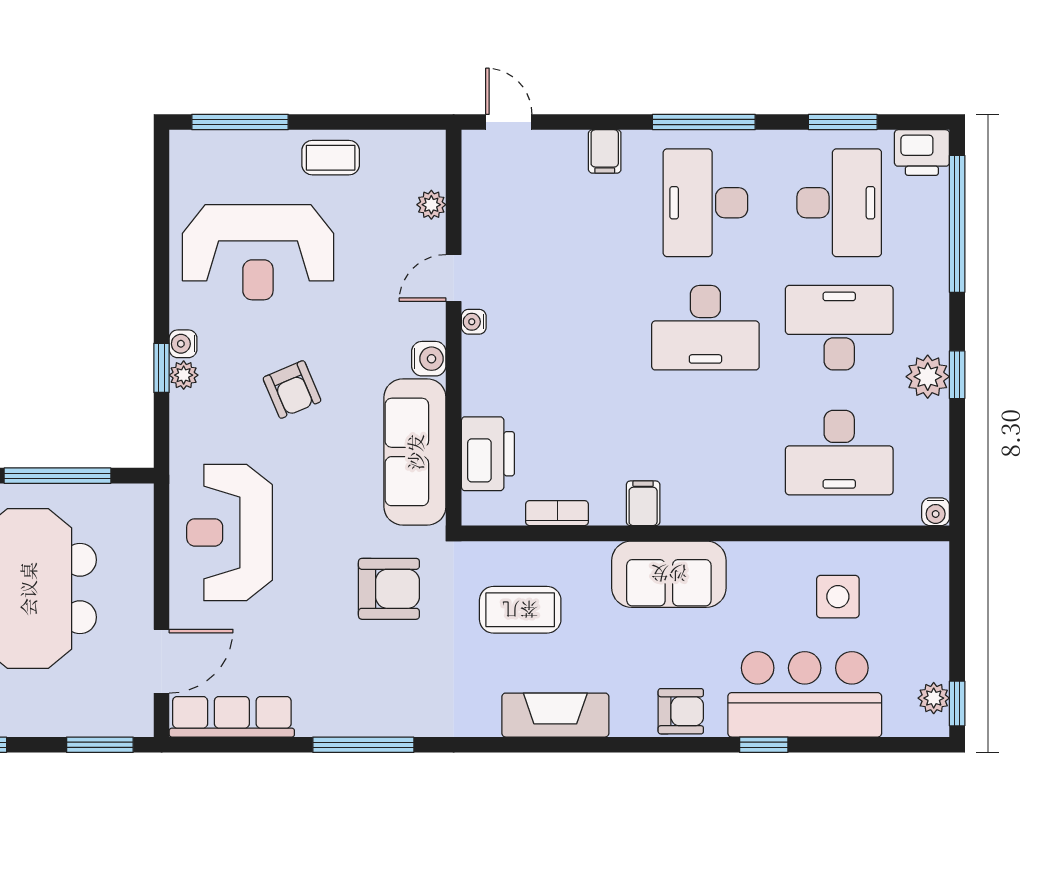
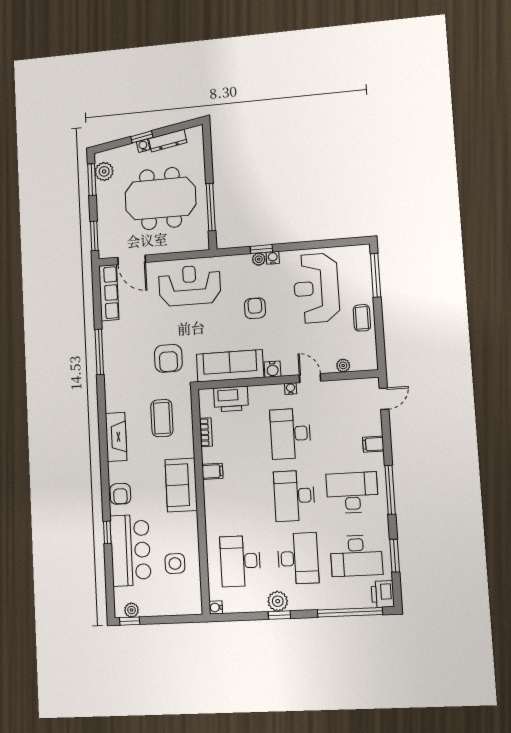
desk: (572, 328) -> (291, 434), added
armchair: (292, 389) -> (255, 308), turned 113

